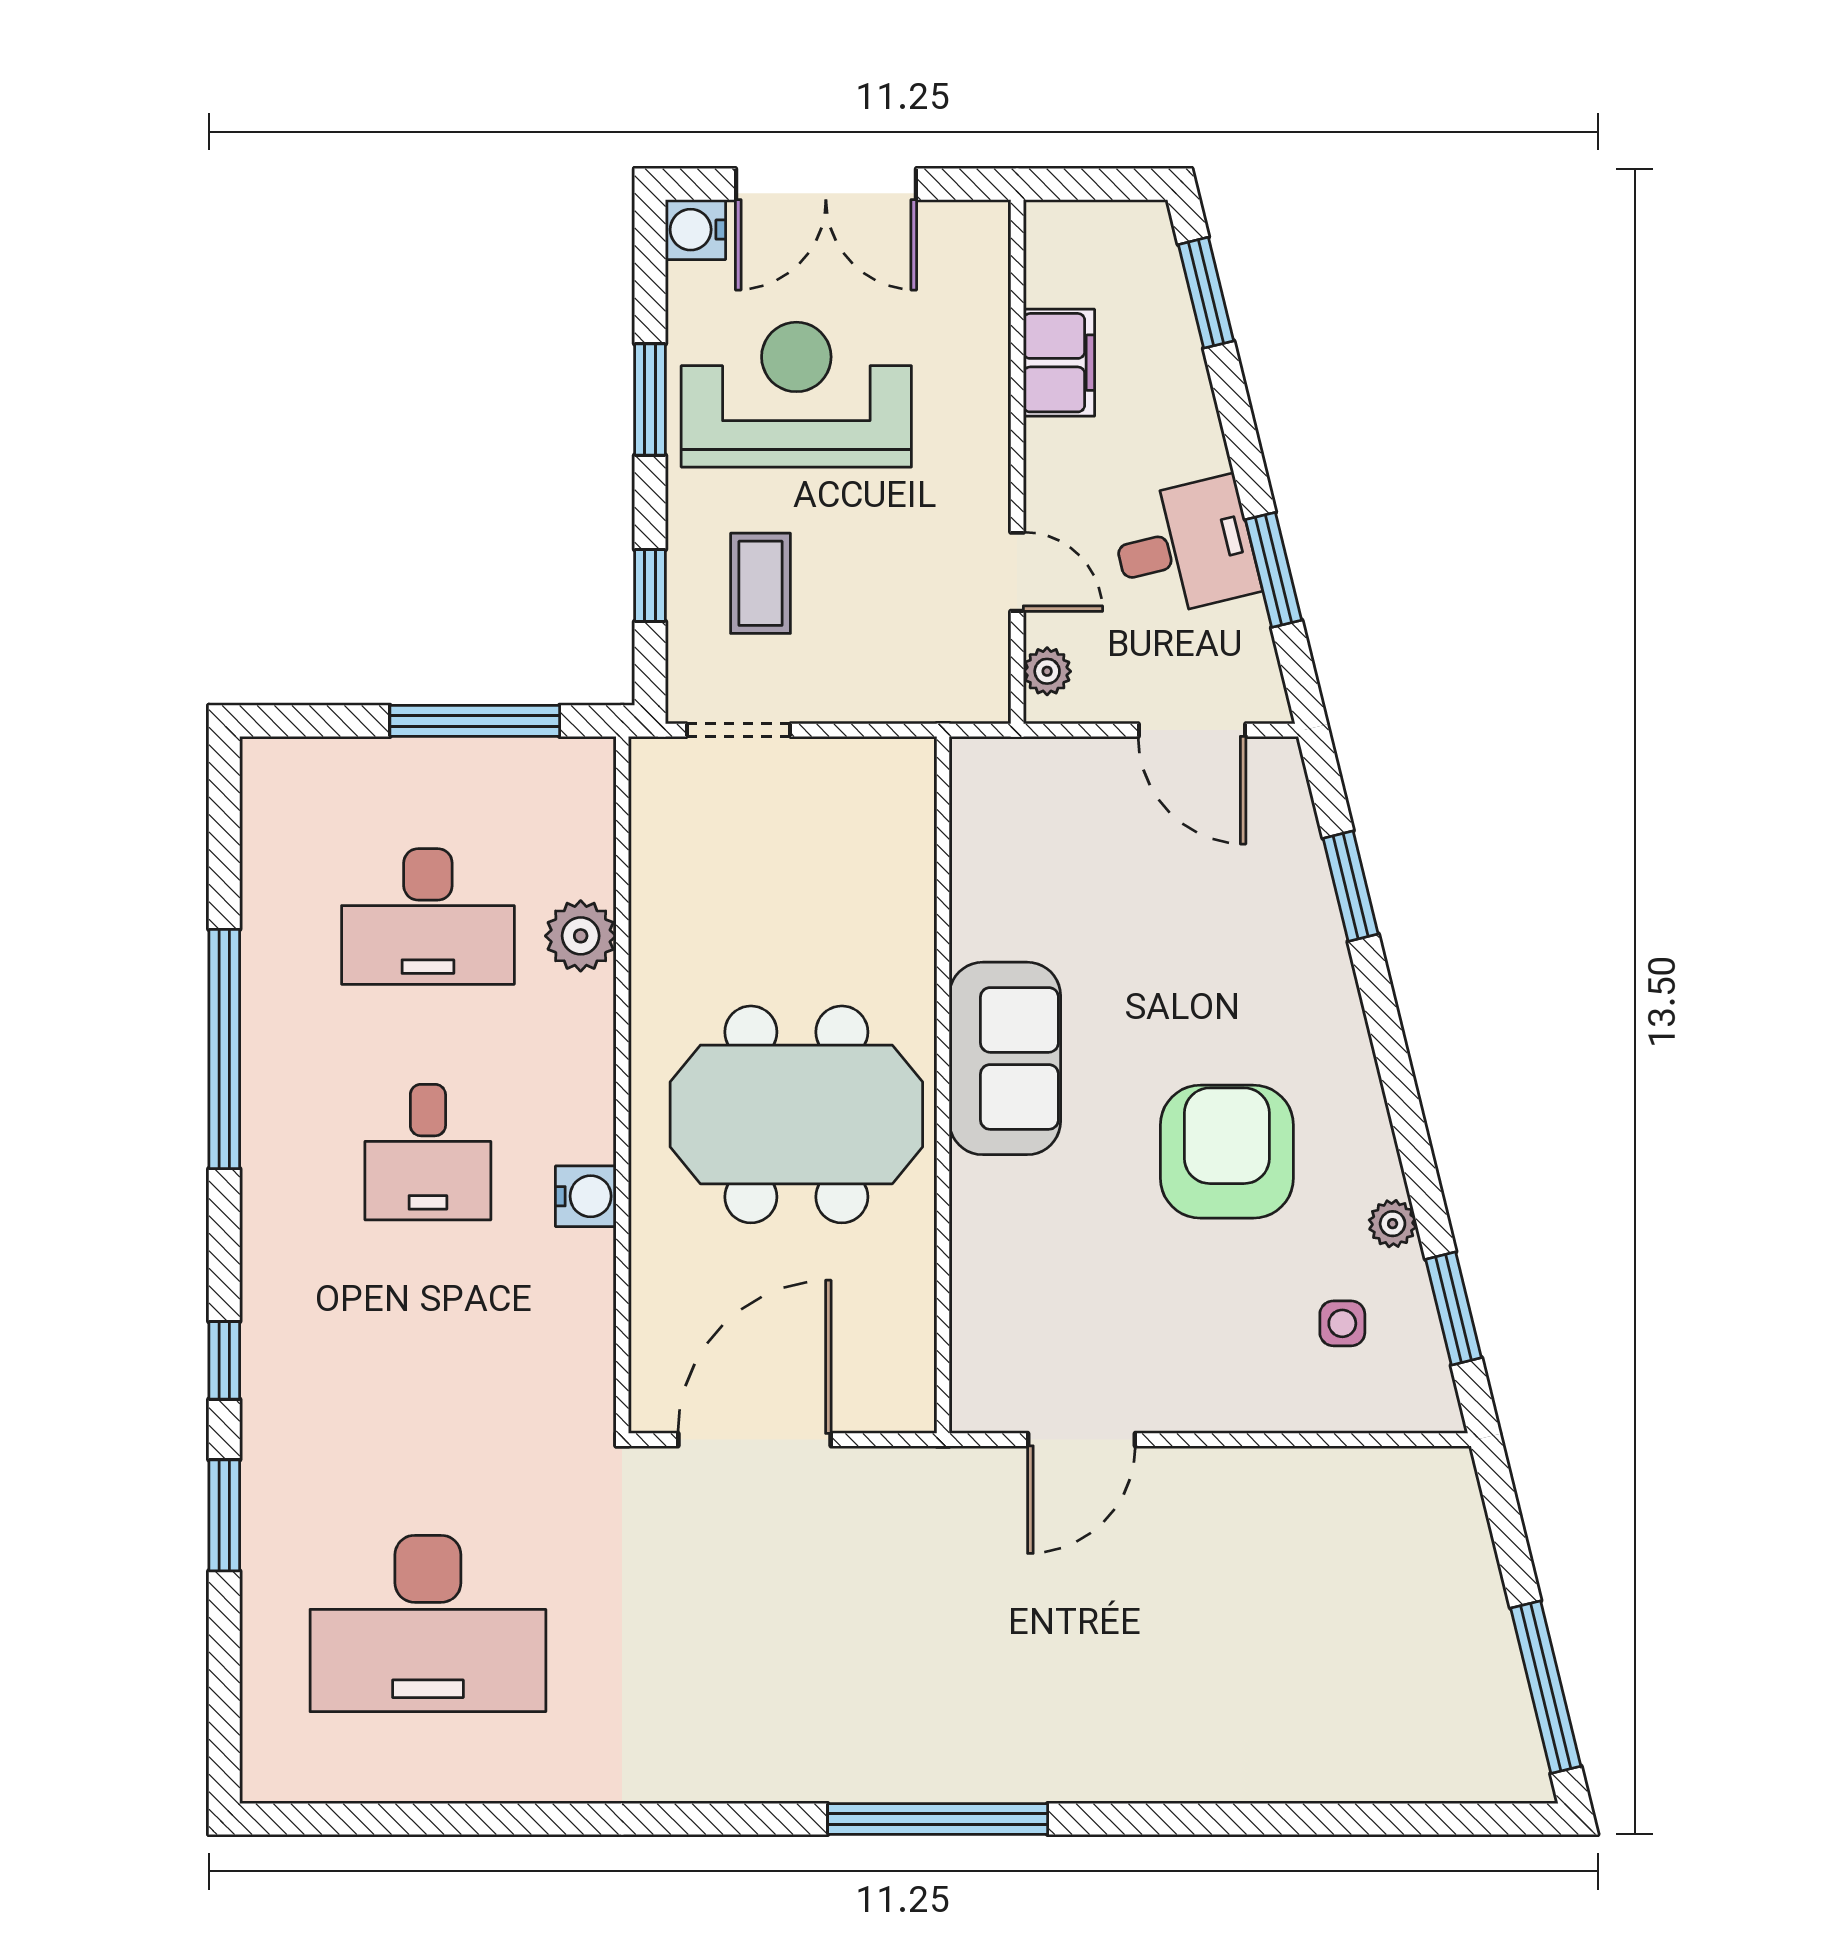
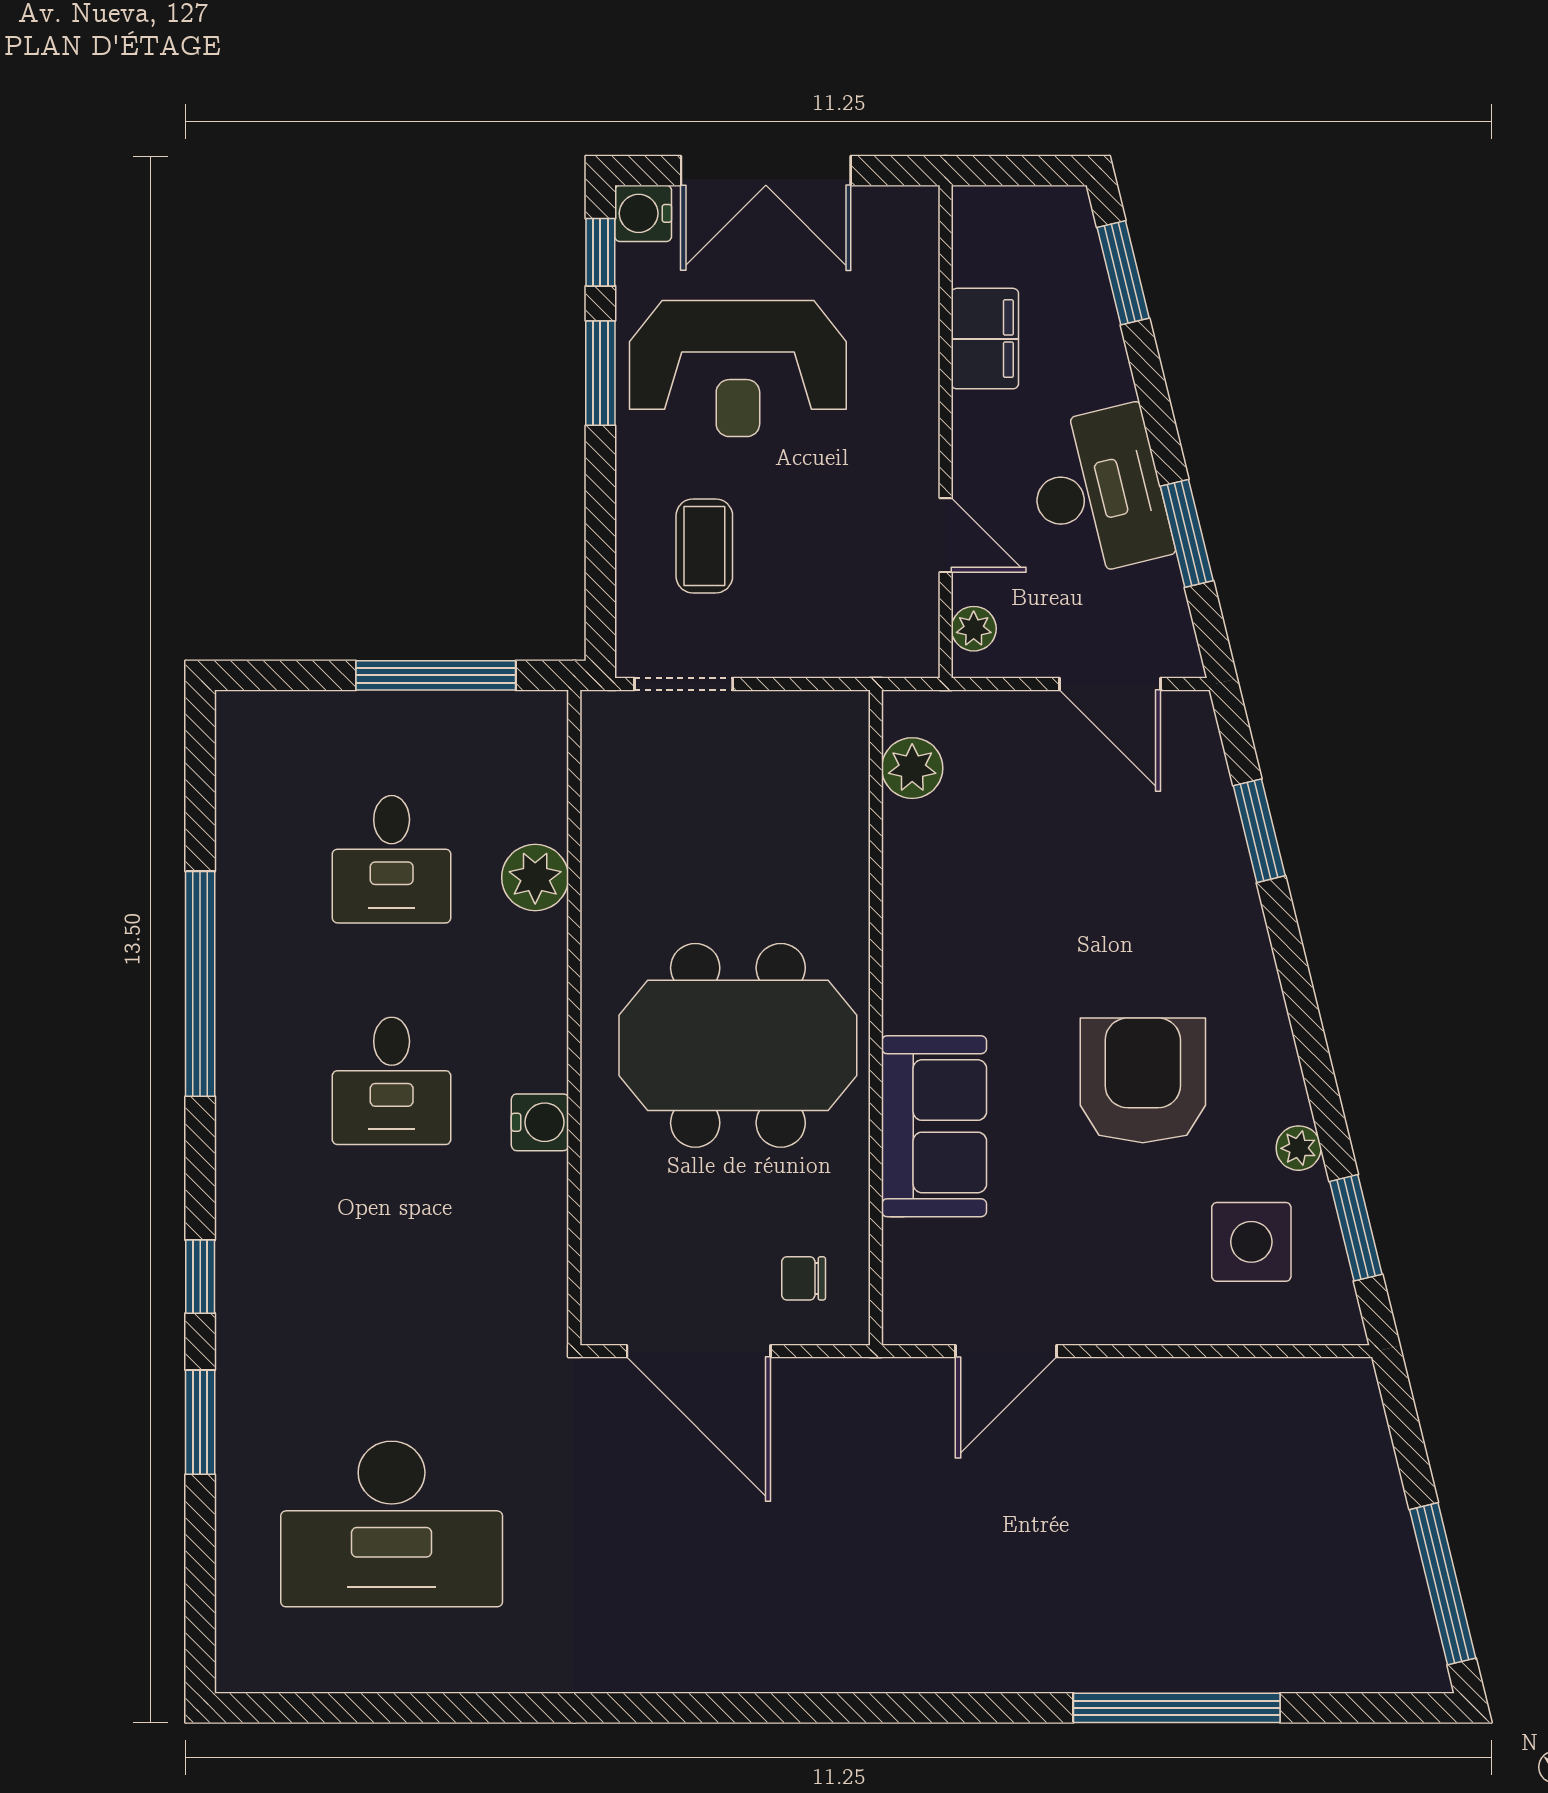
reception desk: (796, 395) -> (738, 369), turned 180
desk: (1185, 547) -> (1098, 492), width x1.37
window: (650, 585) -> (600, 252), moved
plant: (982, 819) -> (912, 768), added
desk: (428, 916) -> (392, 859), width x0.73
sofa: (1005, 1058) -> (934, 1126), moved
side table: (1342, 1323) -> (1251, 1242), width x1.87, depth x1.87
chair: (866, 1362) -> (804, 1278), added
door: (754, 1440) -> (699, 1351), swing flipped
window: (938, 1819) -> (1177, 1708), moved

